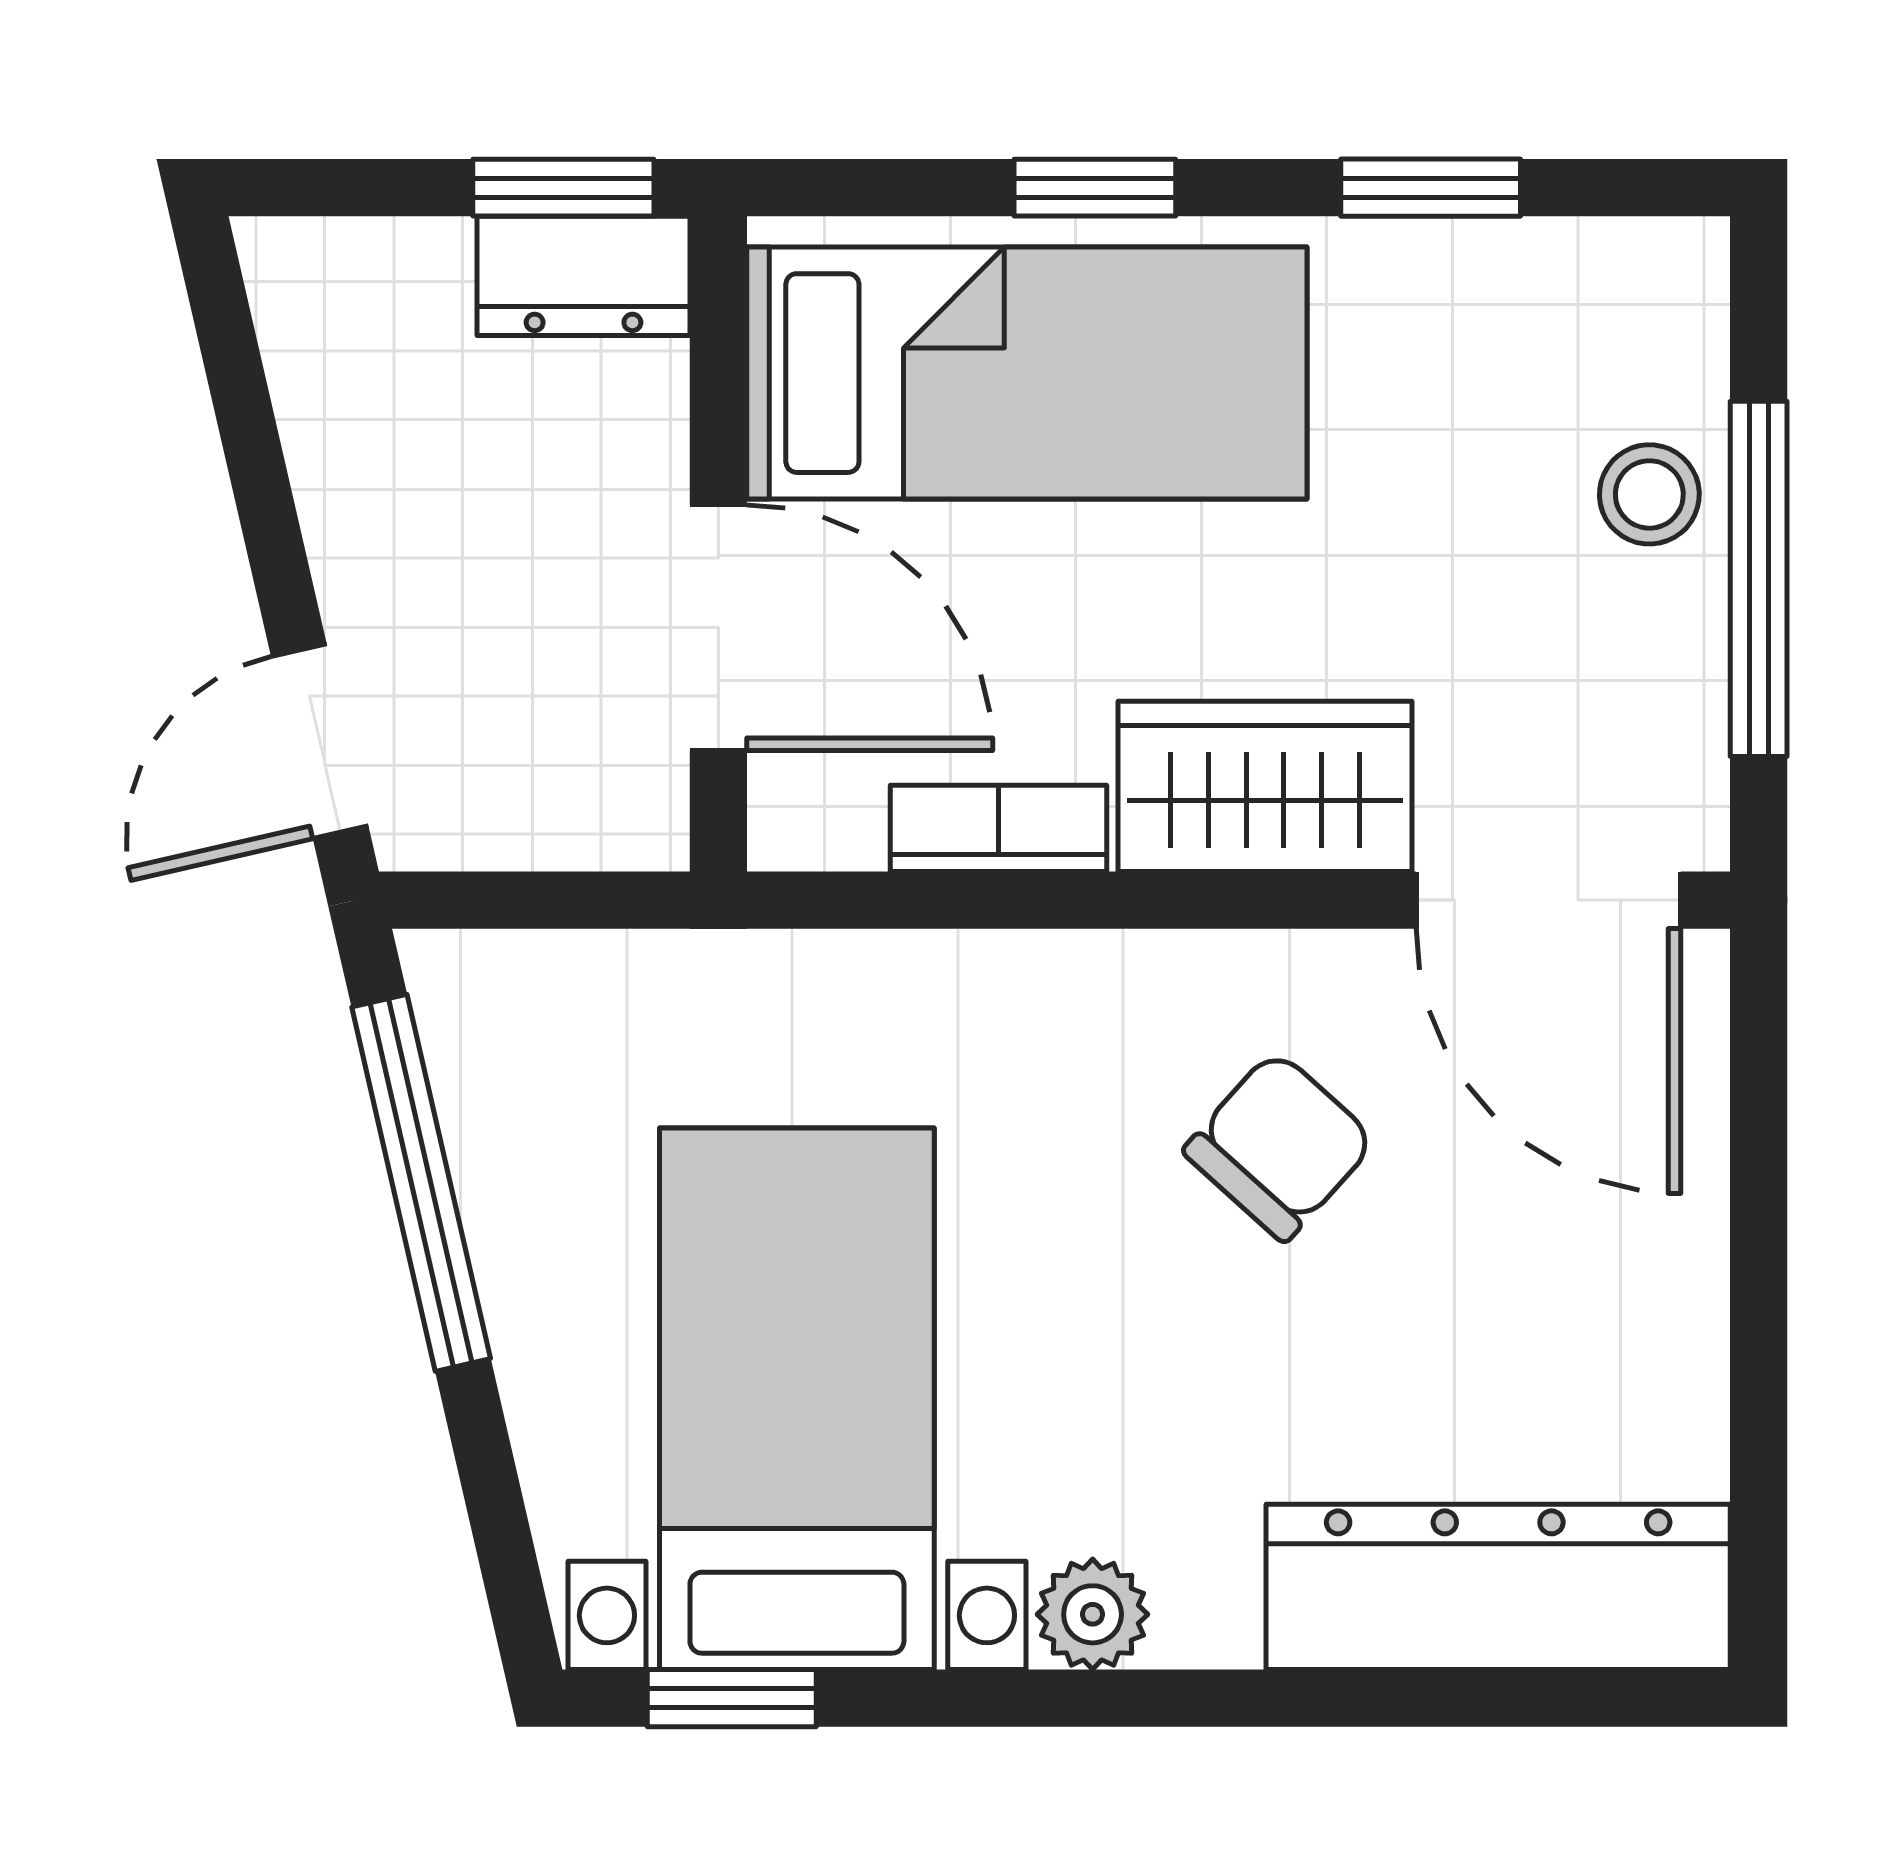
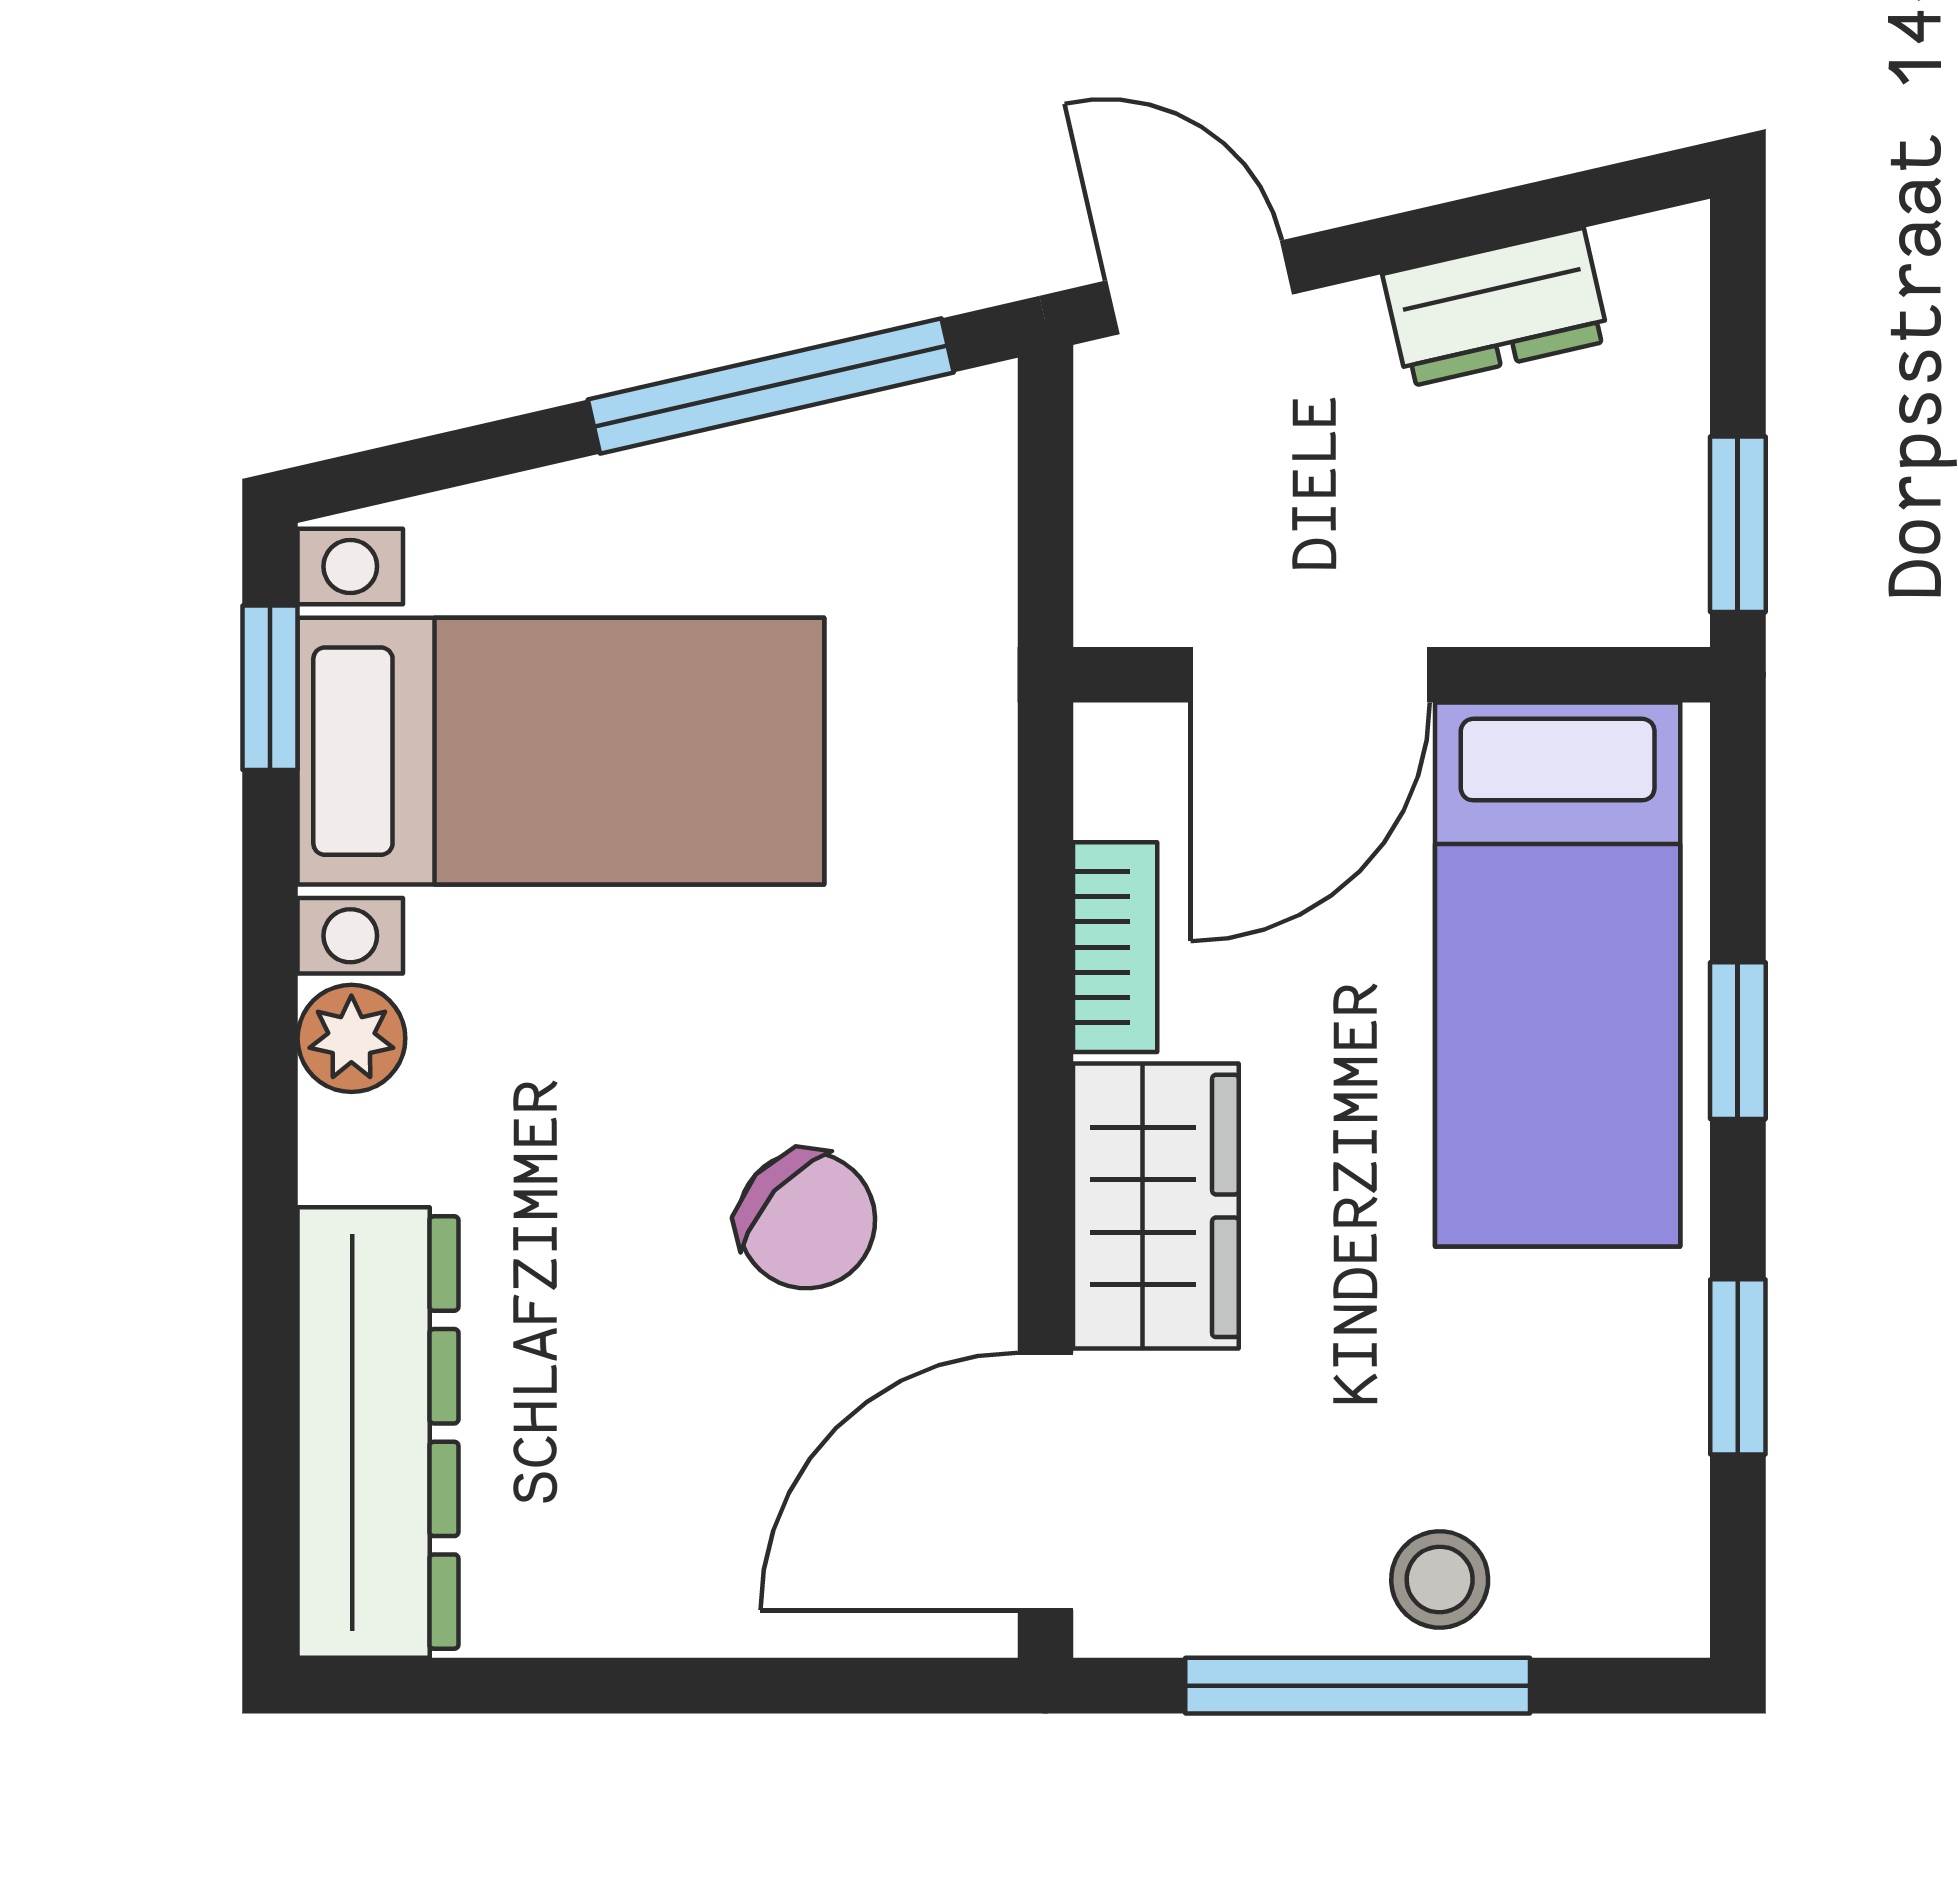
dresser: (583, 276) -> (1496, 307), moved, turned -103

